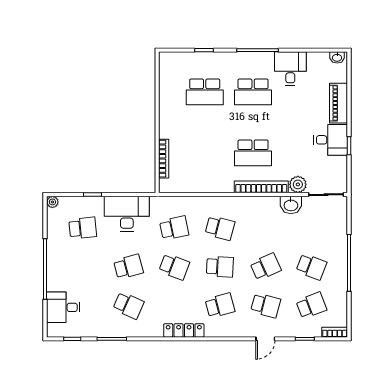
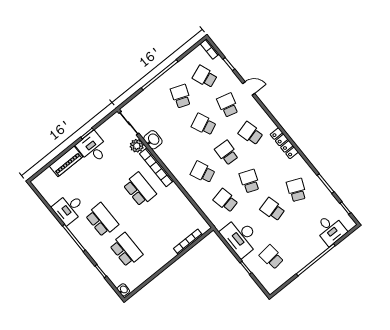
washbasin: (337, 57) -> (123, 290), moved
plant: (52, 202) -> (271, 289), removed
school desk: (220, 228) -> (203, 172), turned -39

